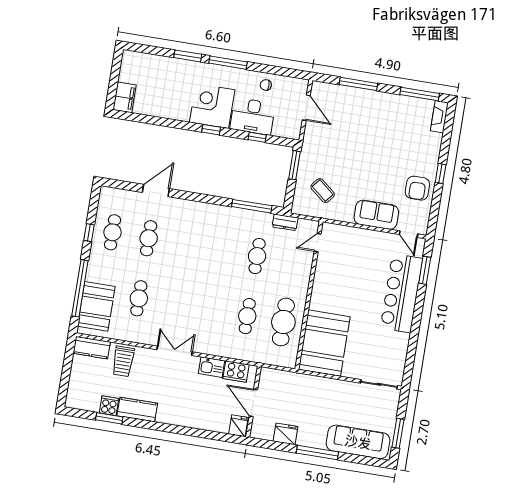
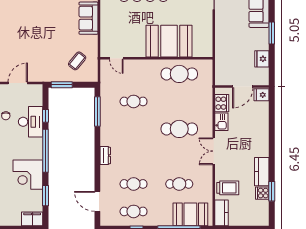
corner desk: (212, 106) -> (28, 175), moved
window: (152, 120) -> (46, 196), added
window: (211, 130) -> (46, 151), width x3.17
door: (156, 191) -> (97, 201), moved
dresser: (285, 222) -> (105, 156), moved
cafe table: (247, 316) -> (179, 129), moved, width x1.37, depth x1.35
booth: (324, 343) -> (169, 41), moved
window: (317, 452) -> (272, 33), width x0.69

